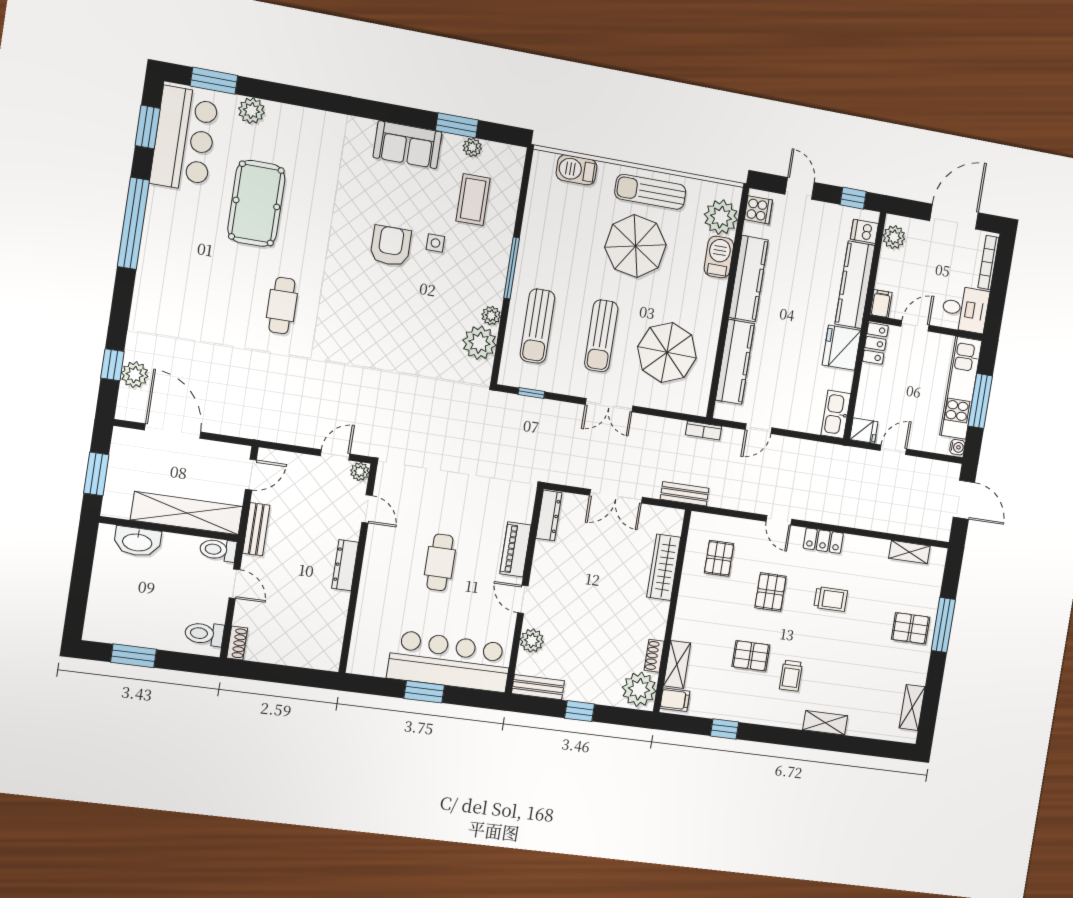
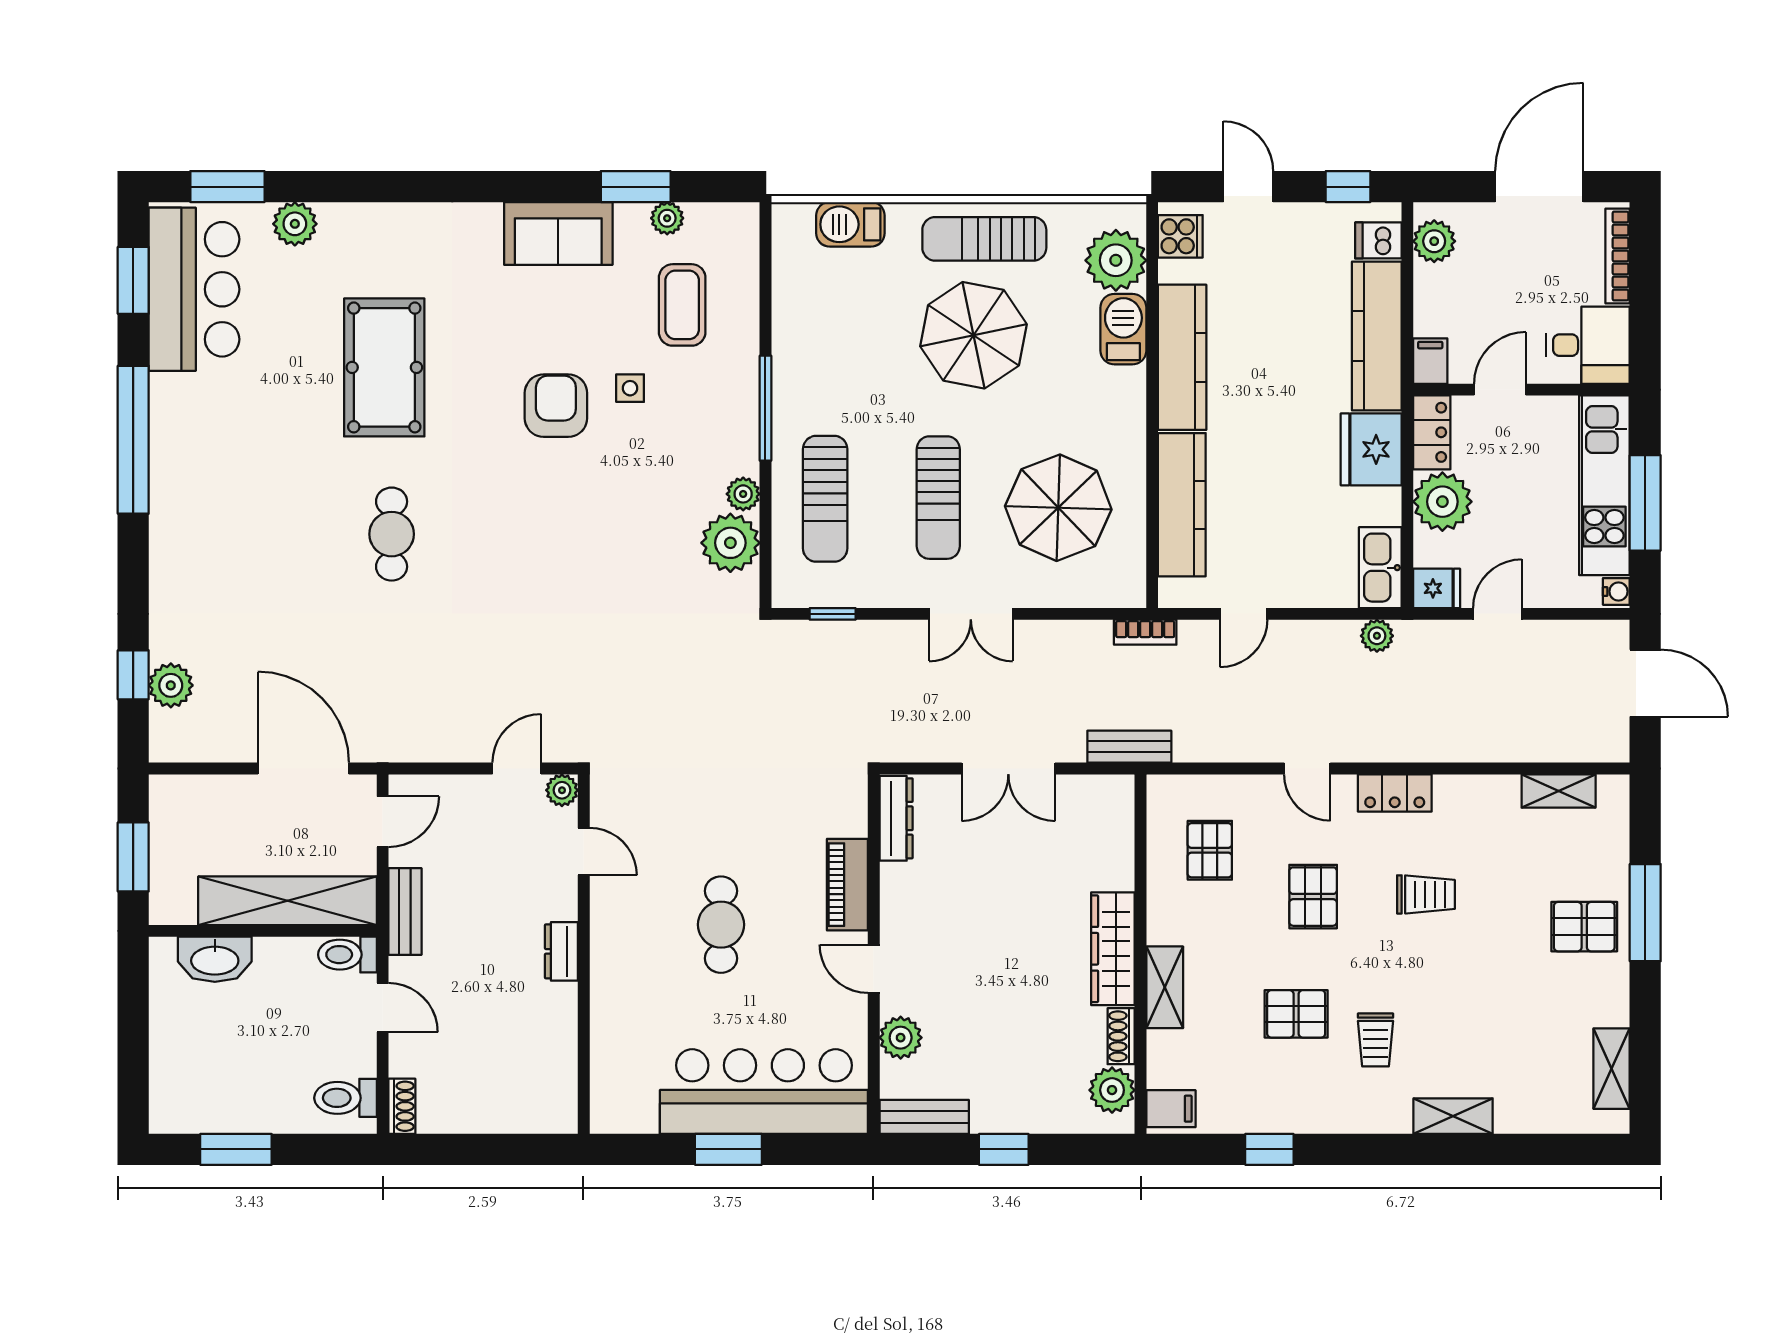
pool table: (256, 203) -> (384, 367), moved
plant: (875, 383) -> (1442, 502), added
door: (173, 431) -> (303, 769), moved
plant: (828, 452) -> (1377, 636), added
dresser: (345, 565) -> (561, 951), width x0.70
wardrobe: (664, 567) -> (1113, 949), moved
shelving: (677, 664) -> (1165, 987), moved
plant: (639, 689) -> (1112, 1090), width x0.73, depth x0.73

